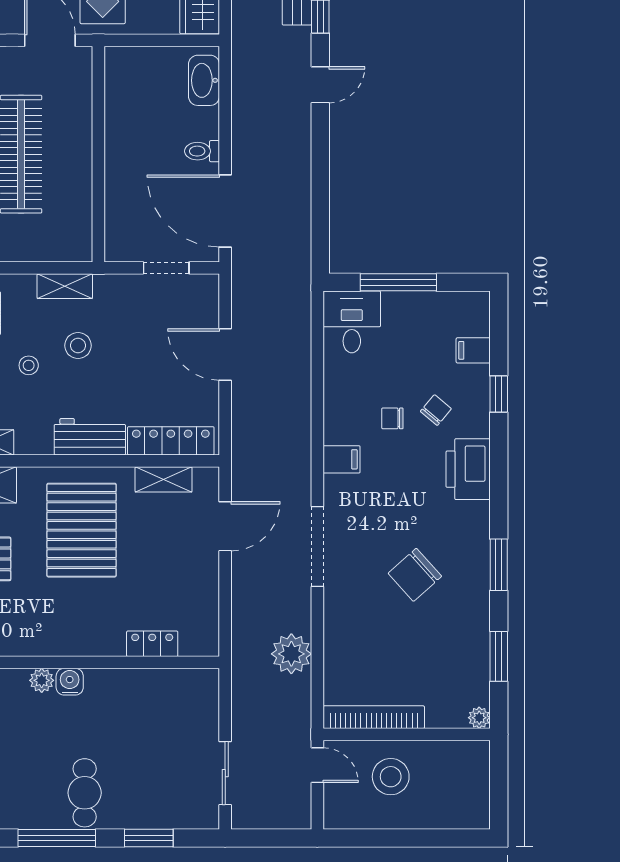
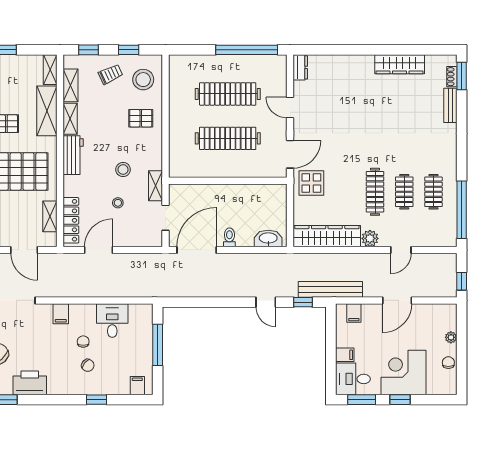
shelving: (65, 286) -> (156, 186), moved
desk: (352, 322) -> (112, 321), moved, turned -90
filing cabinet: (473, 350) -> (137, 386), moved
door: (225, 354) -> (99, 250), moved
stool: (29, 365) -> (118, 203), moved
workbench: (90, 437) -> (73, 155), moved
printer: (468, 469) -> (30, 383), moved

